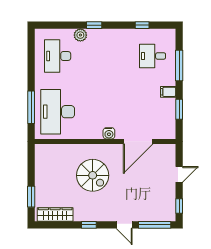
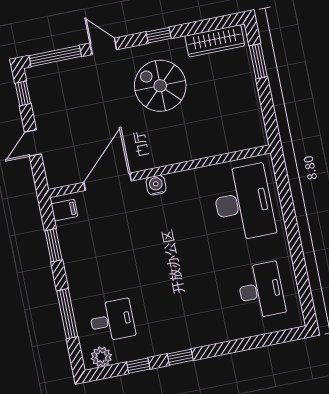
window: (94, 25) -> (180, 357), moved
plant: (80, 35) -> (101, 357), moved
filing cabinet: (168, 92) -> (64, 210), moved
window: (31, 107) -> (287, 201), removed
spiral stairs: (93, 175) -> (160, 86), moved

